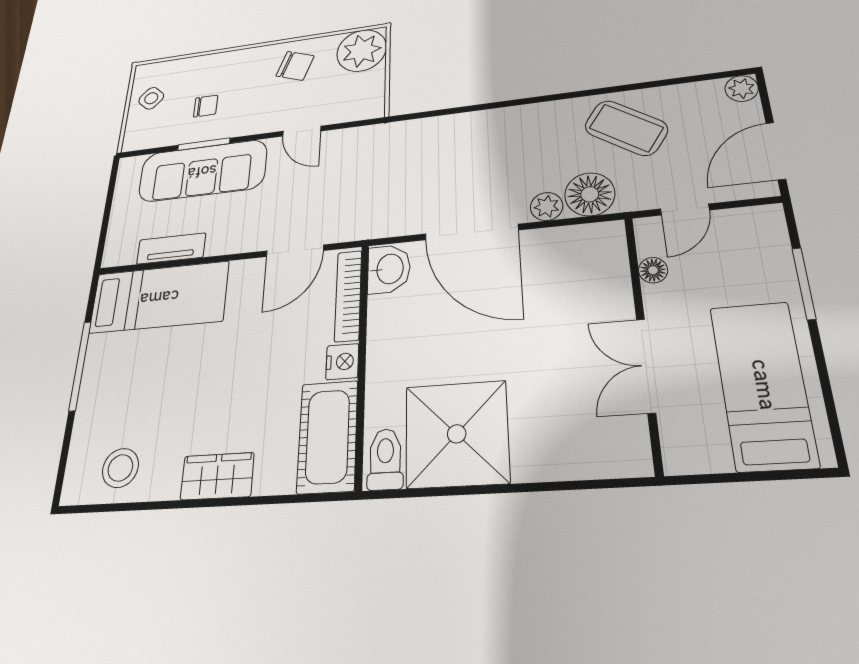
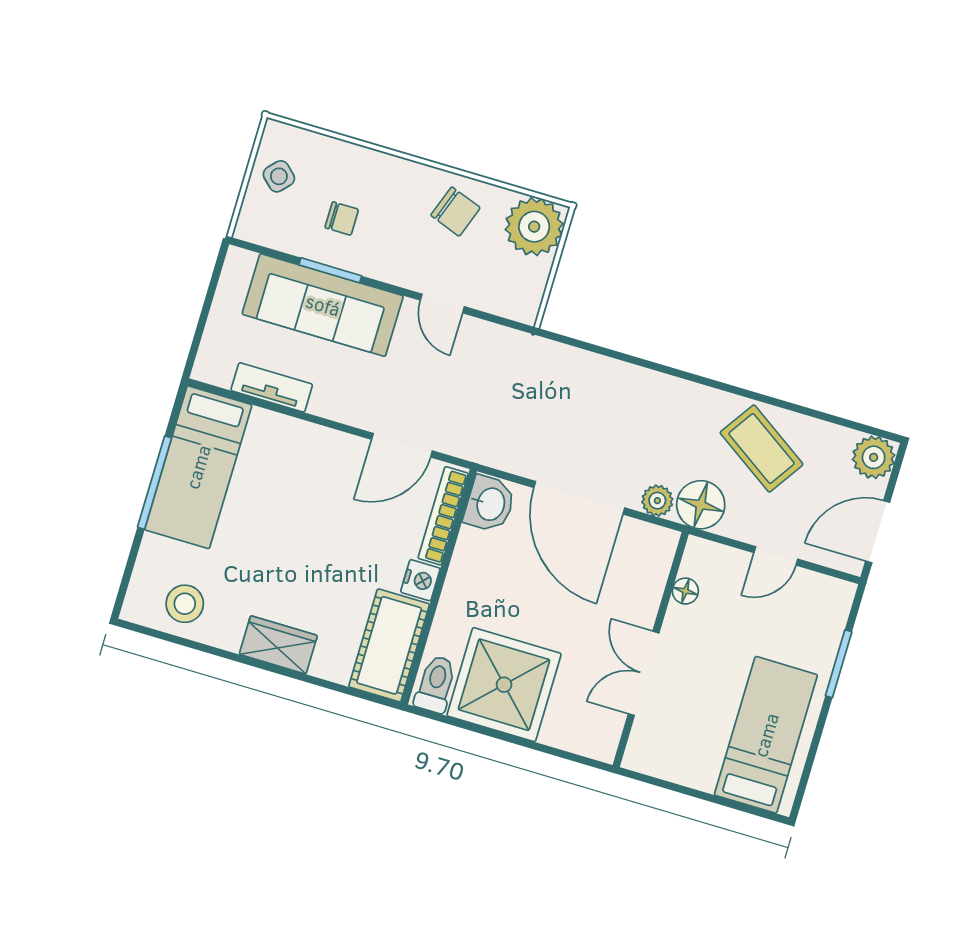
plant: (742, 89) -> (874, 457), width x1.38, depth x1.38
floor lamp: (653, 270) -> (685, 591), moved
bed: (159, 297) -> (198, 467), moved, turned 90
wall: (643, 339) -> (651, 650), moved
double door: (646, 366) -> (644, 673), moved

